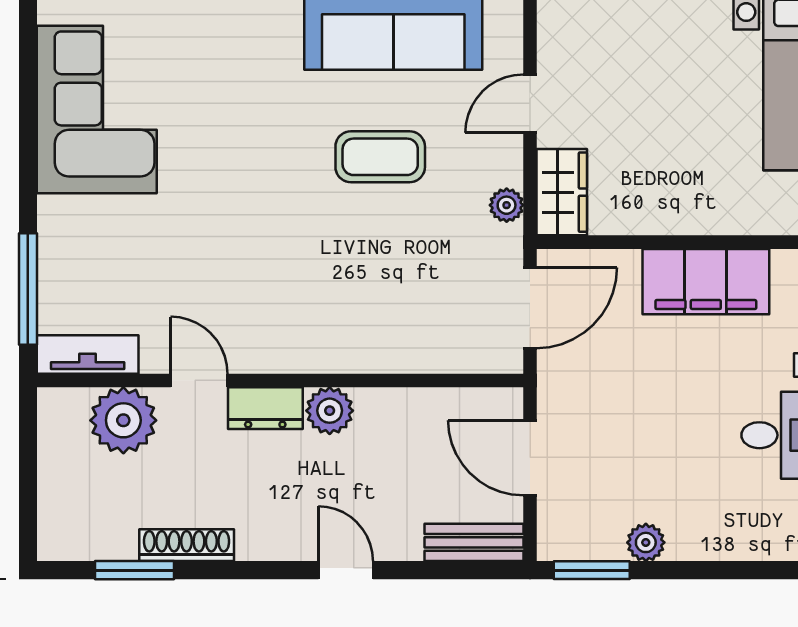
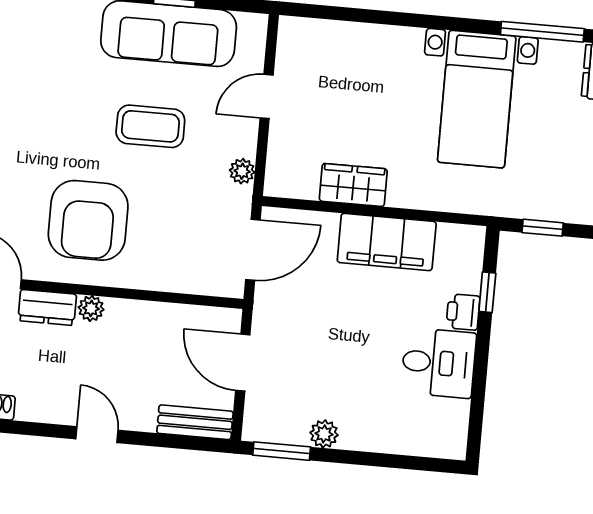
wardrobe: (562, 192) -> (353, 185), moved, turned -90
armchair: (309, 288) -> (88, 220), added
plant: (330, 411) -> (91, 308), width x0.73, depth x0.73

